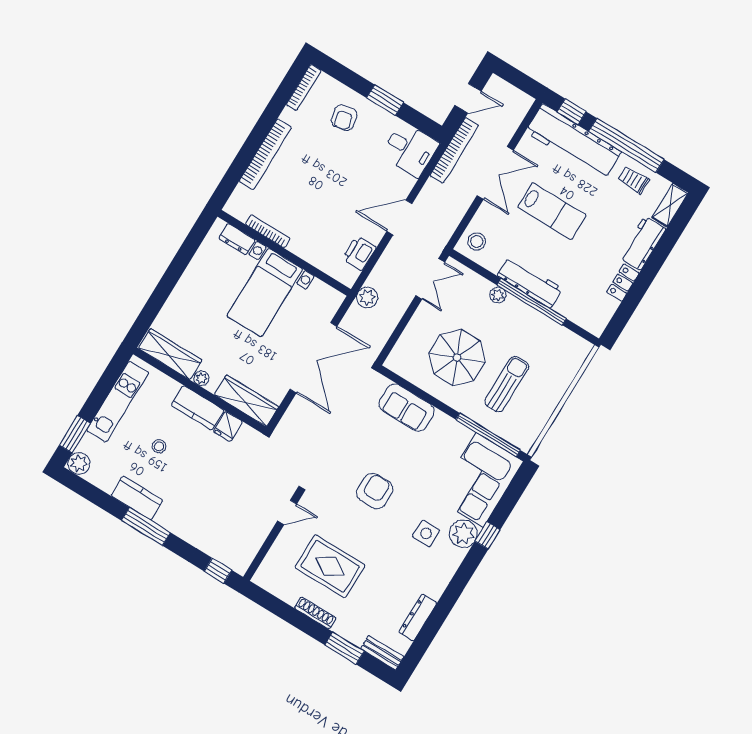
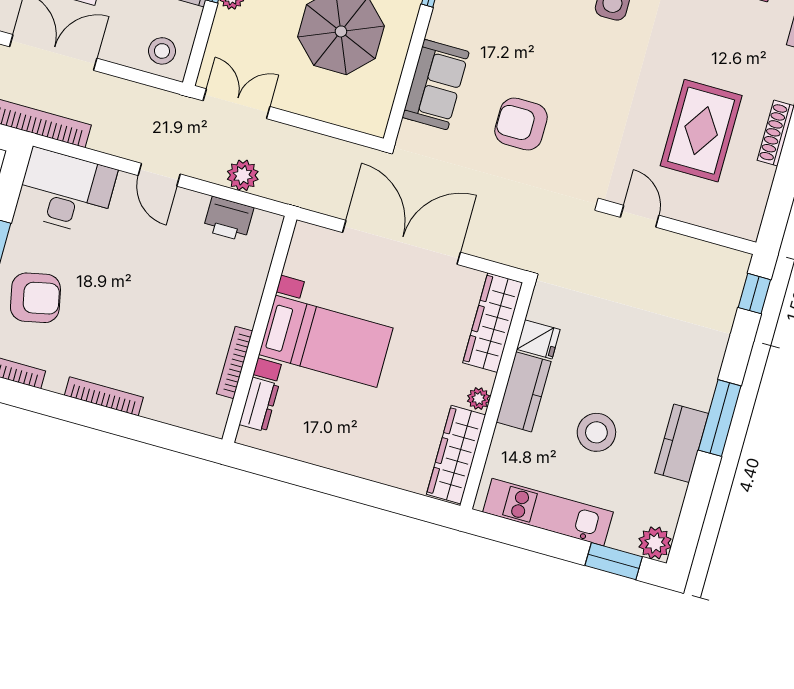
armchair: (344, 118) -> (35, 298), width x1.38, depth x1.38
desk: (410, 149) -> (66, 191), width x1.37
bookcase: (265, 154) -> (104, 396), width x0.68, depth x0.76
door: (399, 218) -> (159, 175), width x0.73
plant: (367, 297) -> (243, 175), moved
stool: (159, 446) -> (596, 432), width x1.89, depth x1.89
armchair: (375, 491) -> (521, 124), moved

